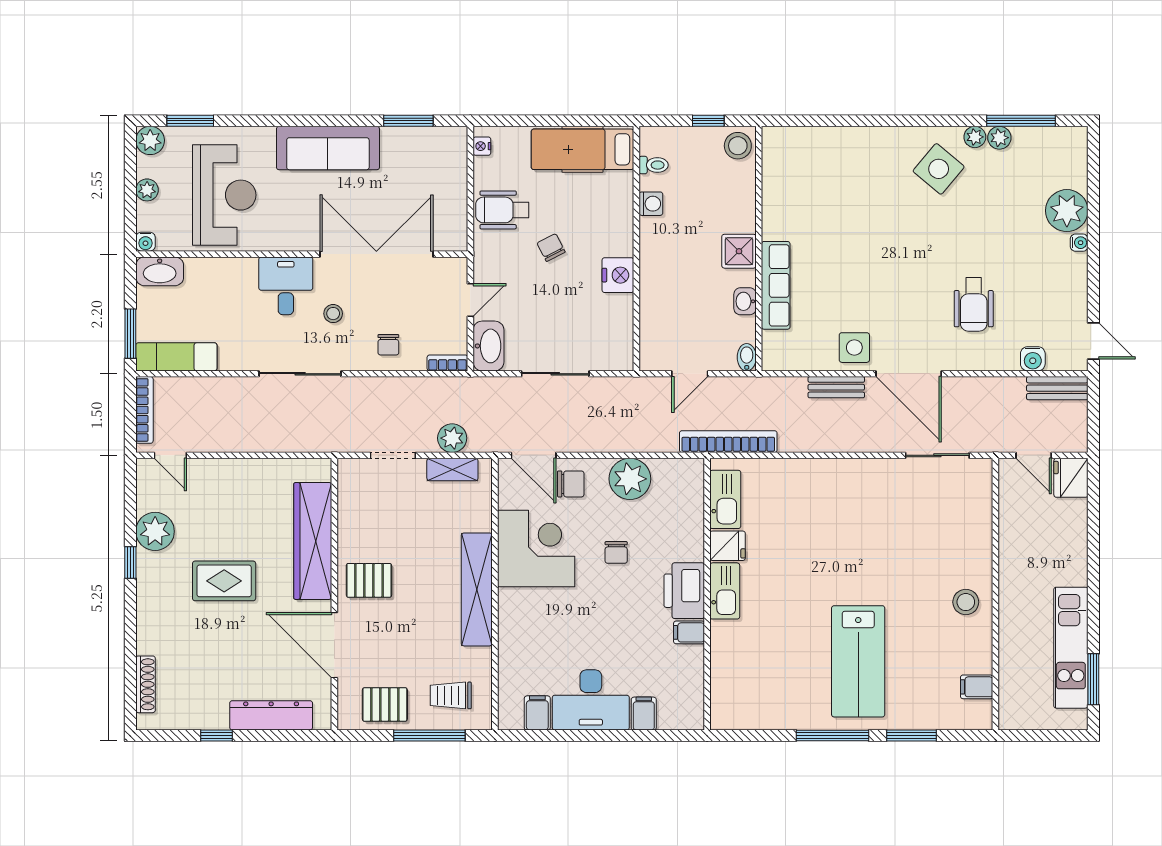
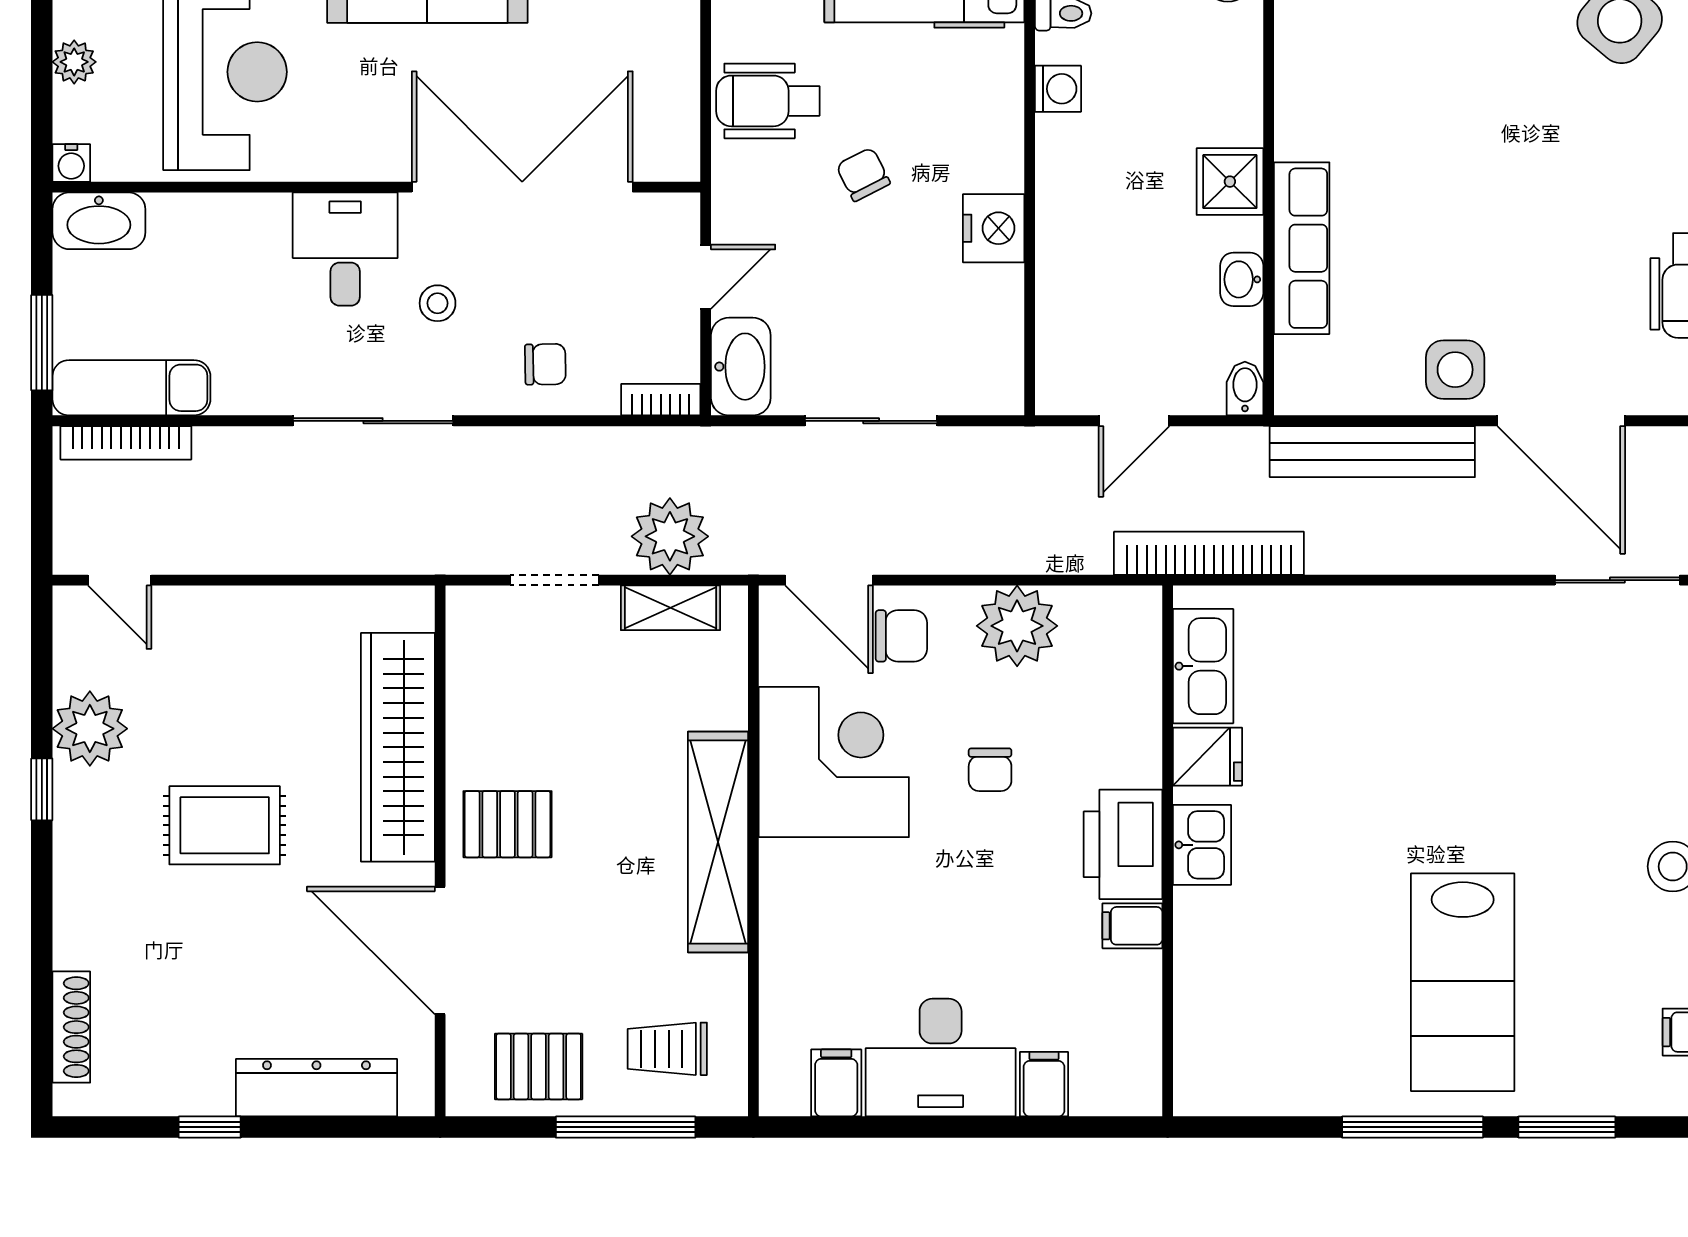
chair: (388, 345) -> (545, 364), turned -91
bench: (836, 387) -> (1372, 452), width x1.86, depth x1.21
bookcase: (144, 410) -> (126, 443), moved, turned 90
plant: (452, 438) -> (670, 536), width x1.36, depth x1.36
kitchen sink: (725, 591) -> (1202, 845), width x0.73

